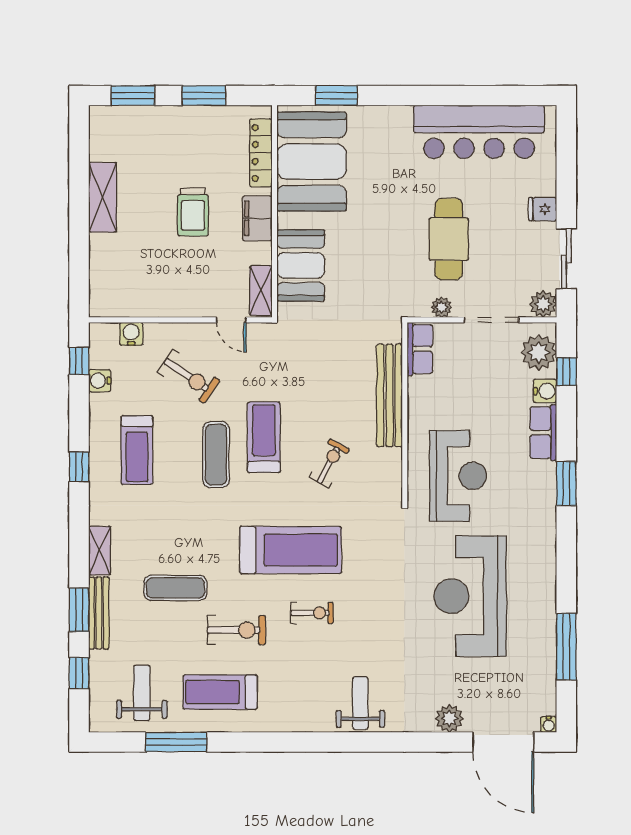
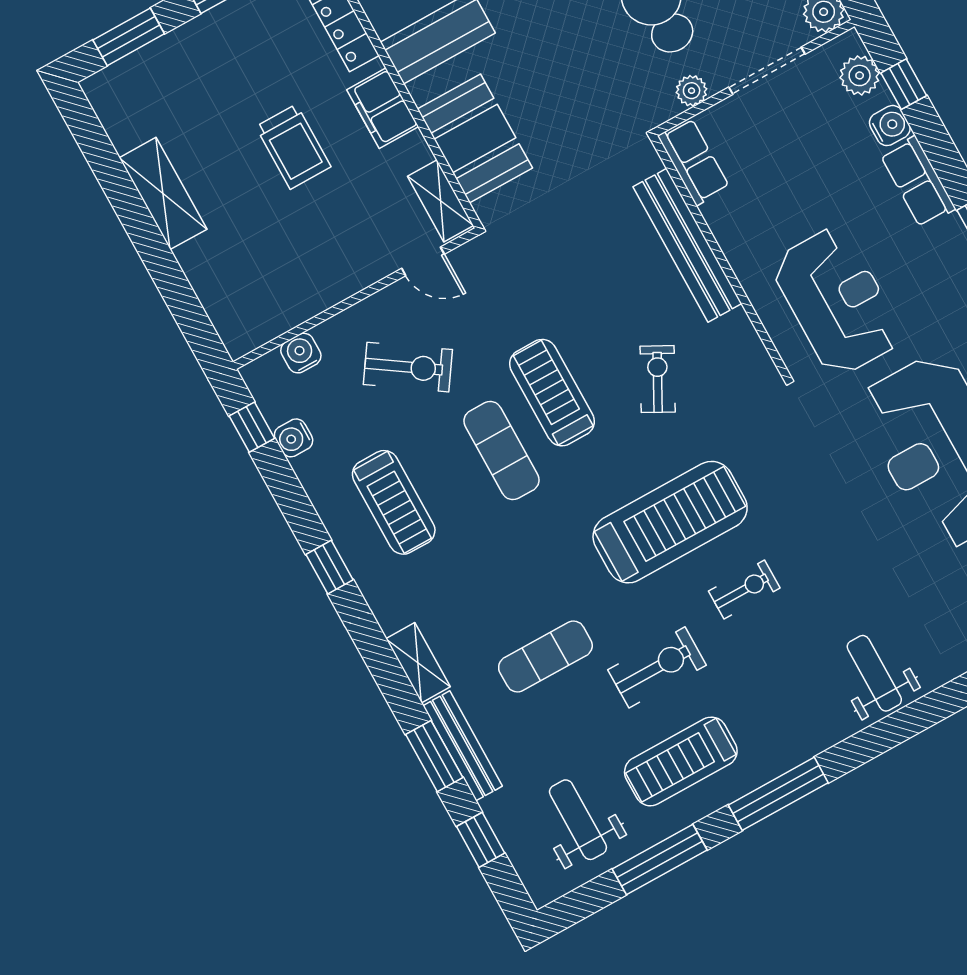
plant: (539, 352) -> (860, 75), width x0.73, depth x0.73
window: (266, 742) -> (778, 794), added

